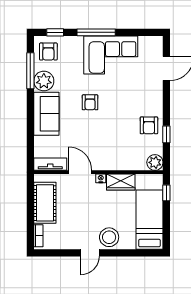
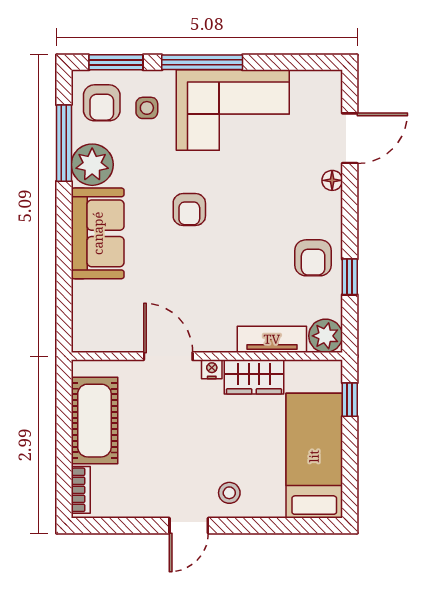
window: (55, 32) -> (116, 62), width x1.50
side table: (70, 54) -> (147, 108), added
floor lamp: (158, 89) -> (332, 180), added
tv unit: (50, 164) -> (272, 339), moved
stool: (109, 237) -> (229, 493), width x0.53, depth x0.53

